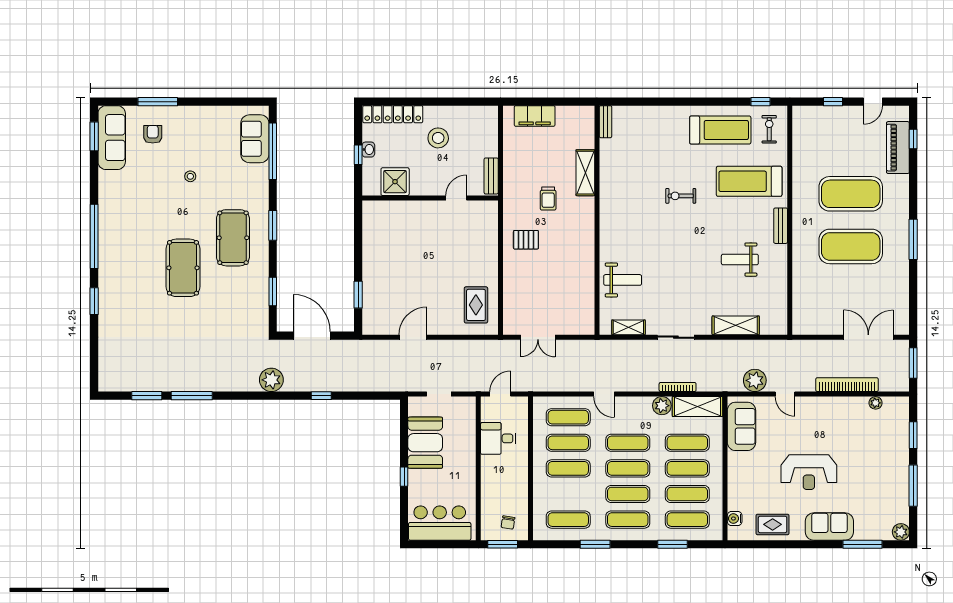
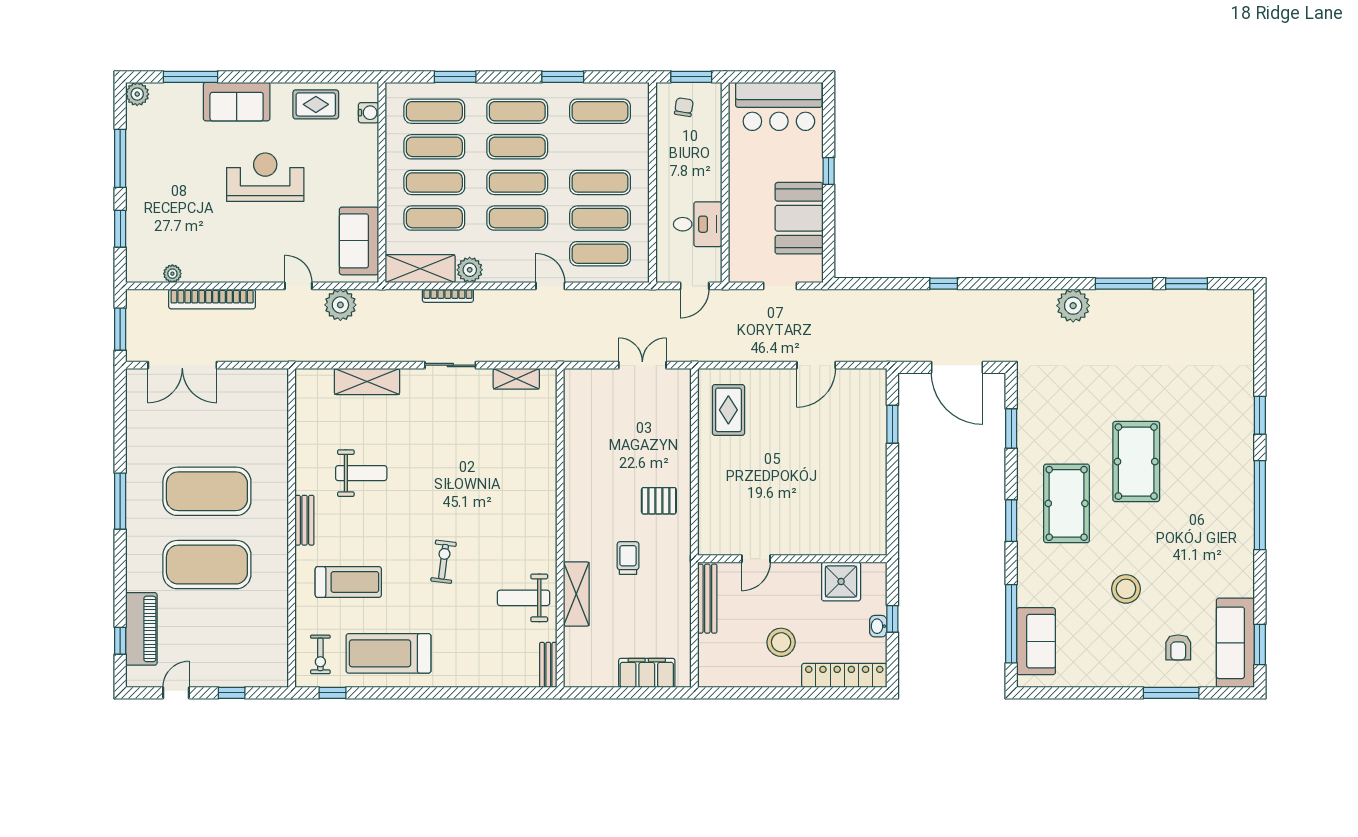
stool: (190, 176) -> (1126, 589), width x1.89, depth x1.89
bench: (491, 176) -> (707, 599), width x1.36
treadmill: (749, 181) -> (348, 582), width x0.73, depth x0.73
exercise bike: (681, 196) -> (444, 562), turned -83
weight bench: (623, 280) -> (524, 598), moved
plant: (271, 380) -> (1073, 306), moved

